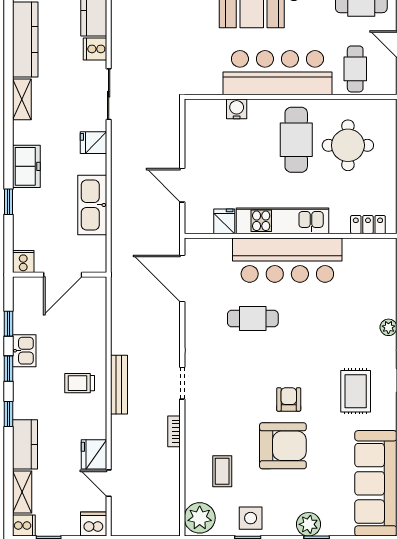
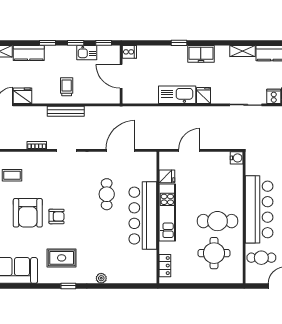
water cooler: (237, 109) -> (237, 158), moved
fridge: (93, 143) -> (203, 95), moved
cooker: (23, 261) -> (129, 52), moved
wall: (60, 275) -> (121, 74), moved
door: (63, 275) -> (121, 76), moved
door: (182, 278) -> (120, 150), moved

